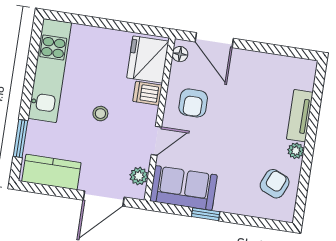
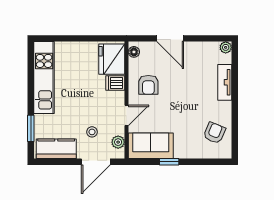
door: (214, 40) -> (170, 38), moved
stool: (100, 114) -> (92, 132), moved
plant: (296, 151) -> (226, 47), moved

